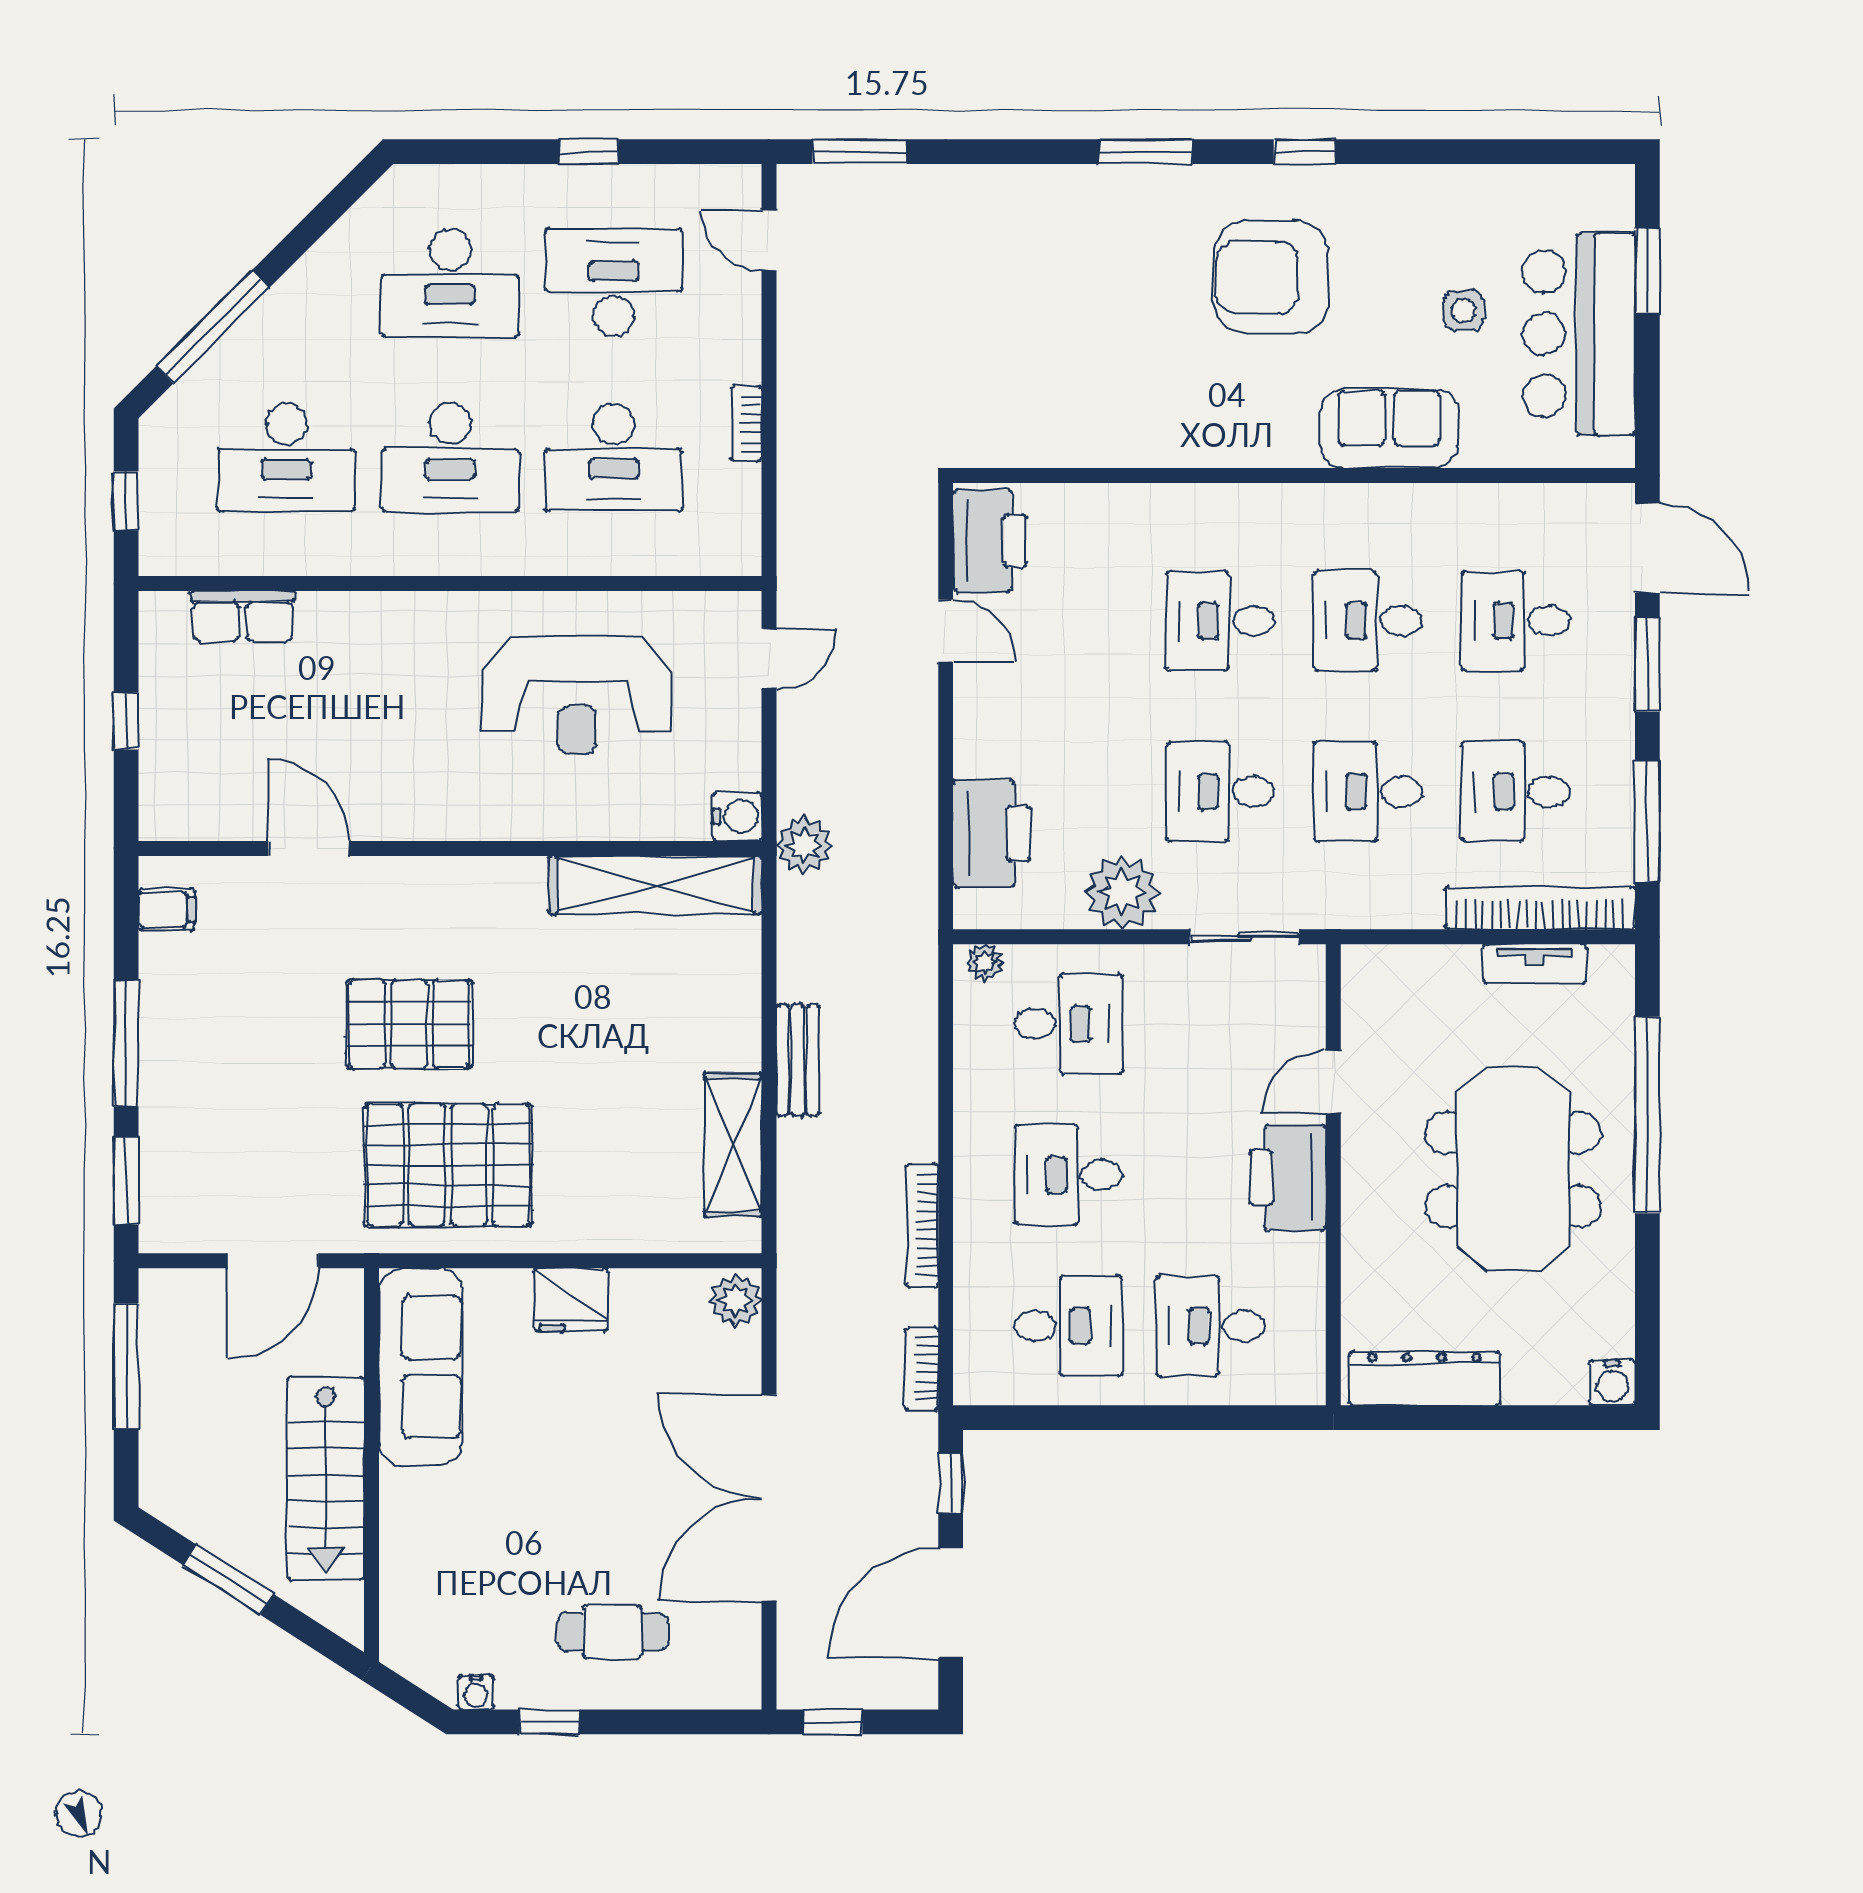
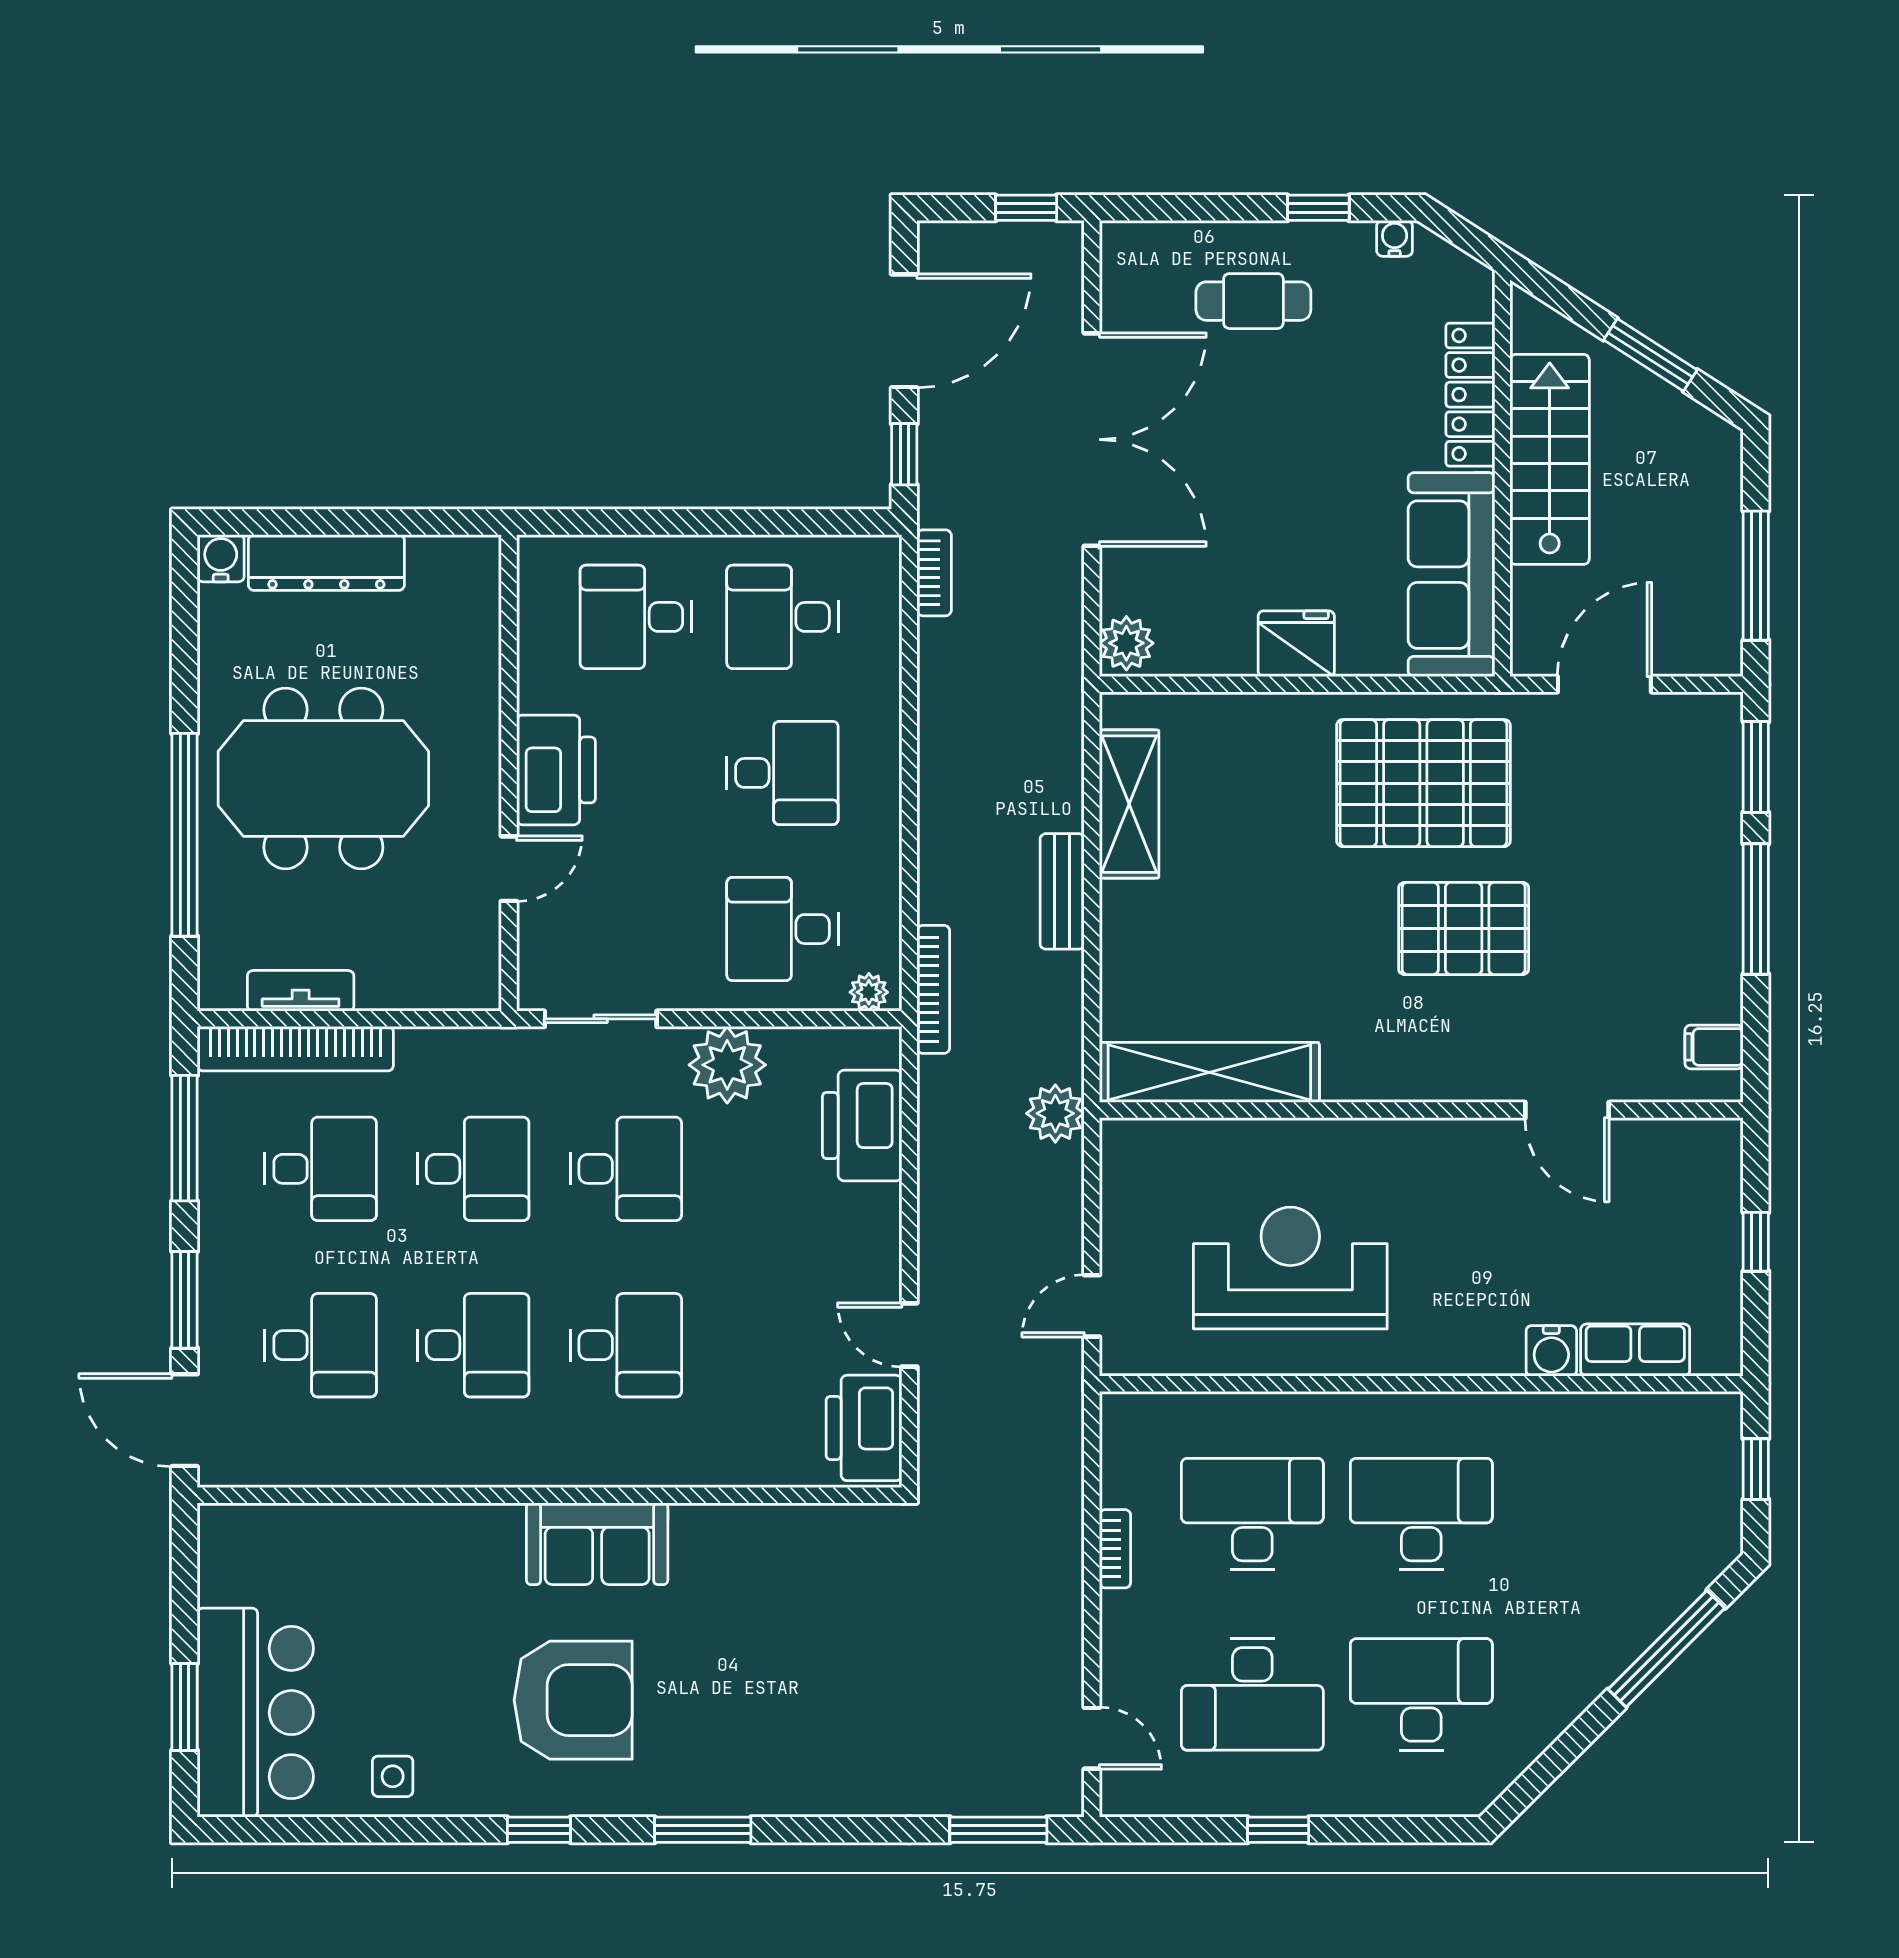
side table: (1464, 310) -> (393, 1776), moved
bar counter: (1579, 334) -> (255, 1713), moved
sofa: (1389, 429) -> (597, 1544), moved
desk: (286, 457) -> (1590, 1514), removed
water cooler: (737, 817) -> (1551, 1351), moved, turned -90
meeting table: (1513, 1169) -> (323, 778), turned 90
bookcase: (922, 1226) -> (933, 989), moved
desk: (1210, 1326) -> (636, 617), turned 180
dresser: (1424, 1378) -> (326, 563), moved
locker: (403, 1541) -> (1470, 395), added

